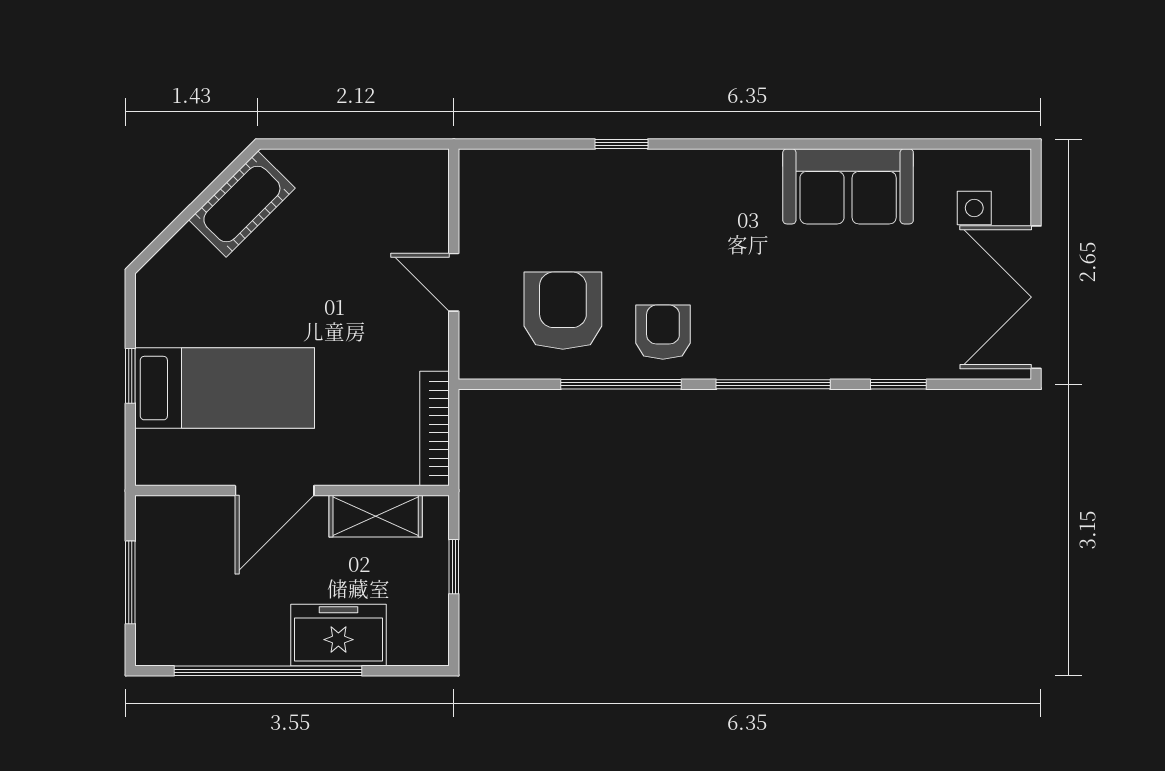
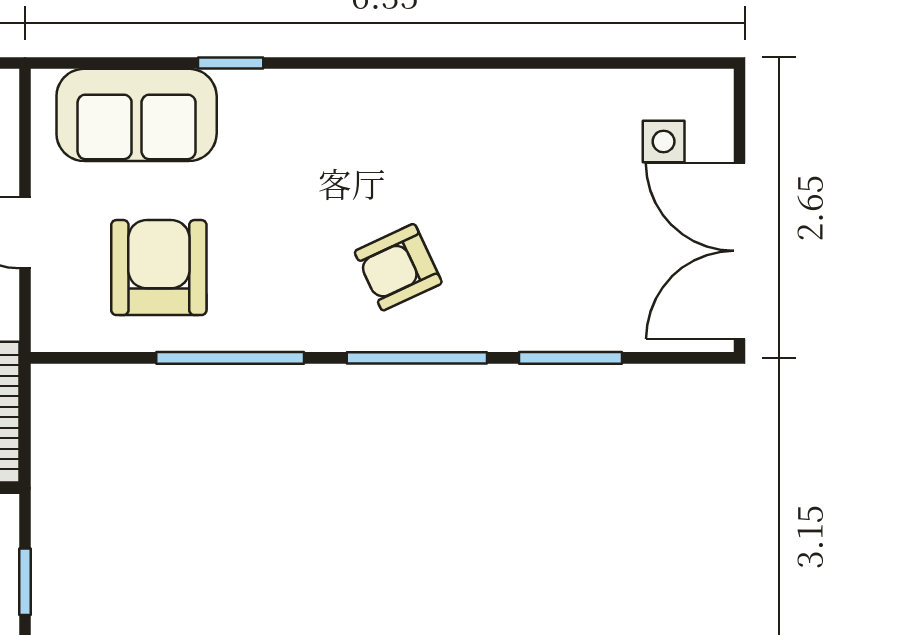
sofa: (848, 186) -> (137, 115), moved
armchair: (663, 332) -> (398, 267), moved, turned -115
window: (898, 384) -> (571, 358), width x1.50

